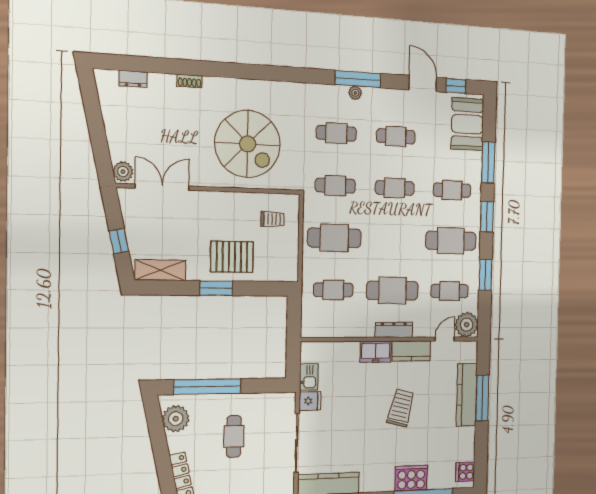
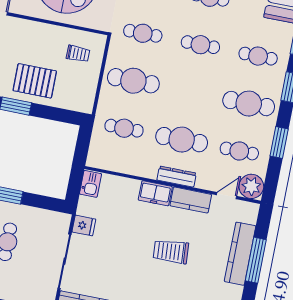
kitchen sink: (309, 377) -> (91, 184), moved
trolley: (401, 408) -> (171, 252), turned -108

